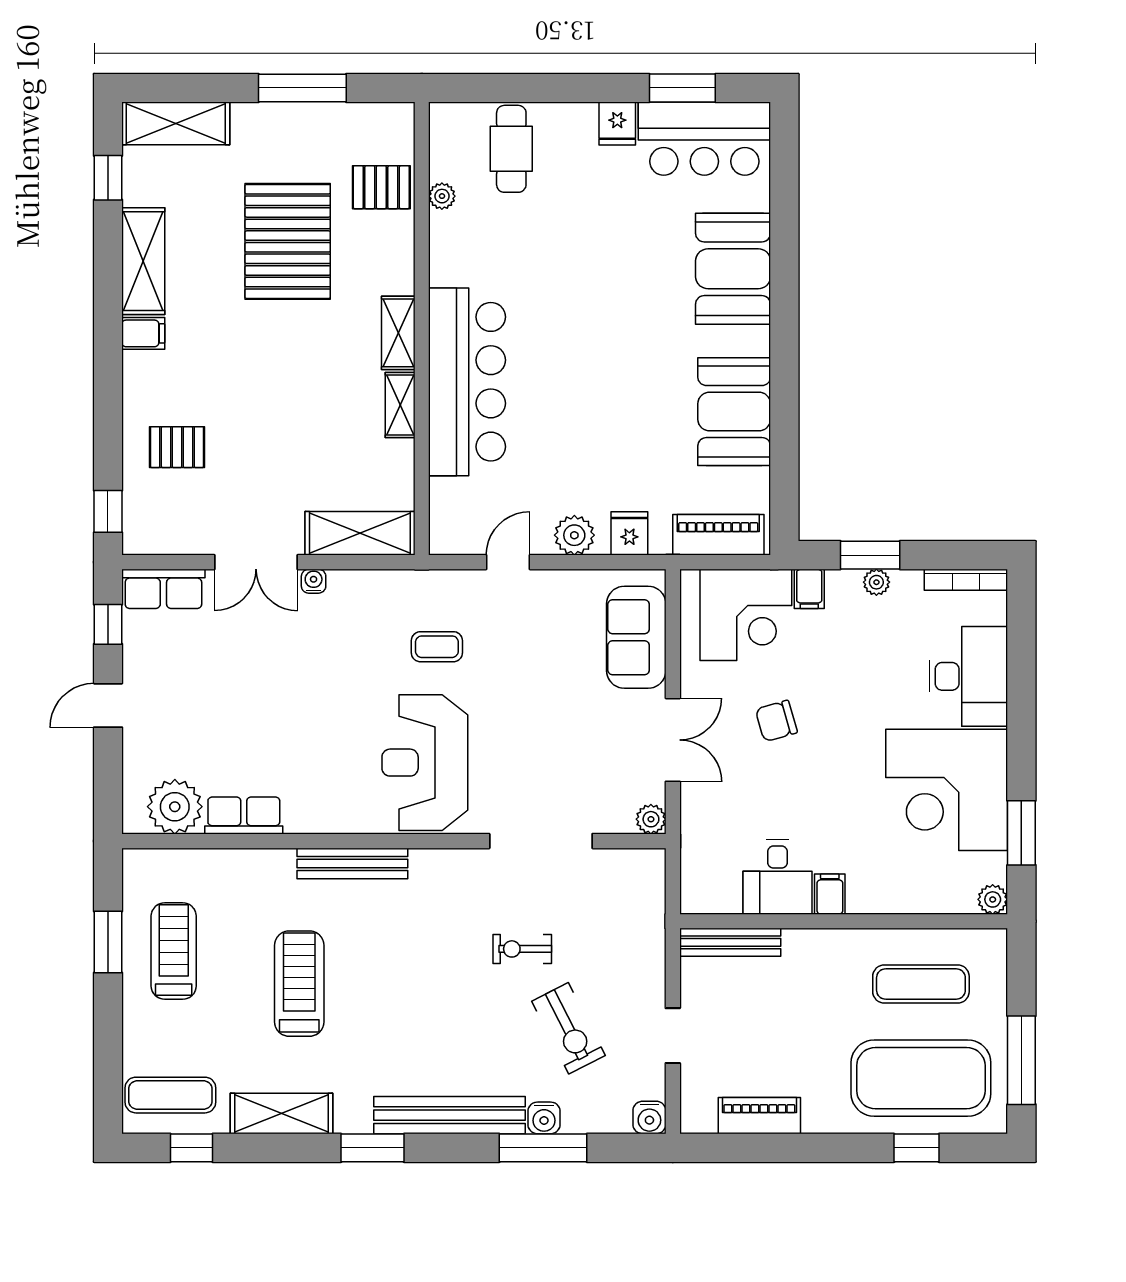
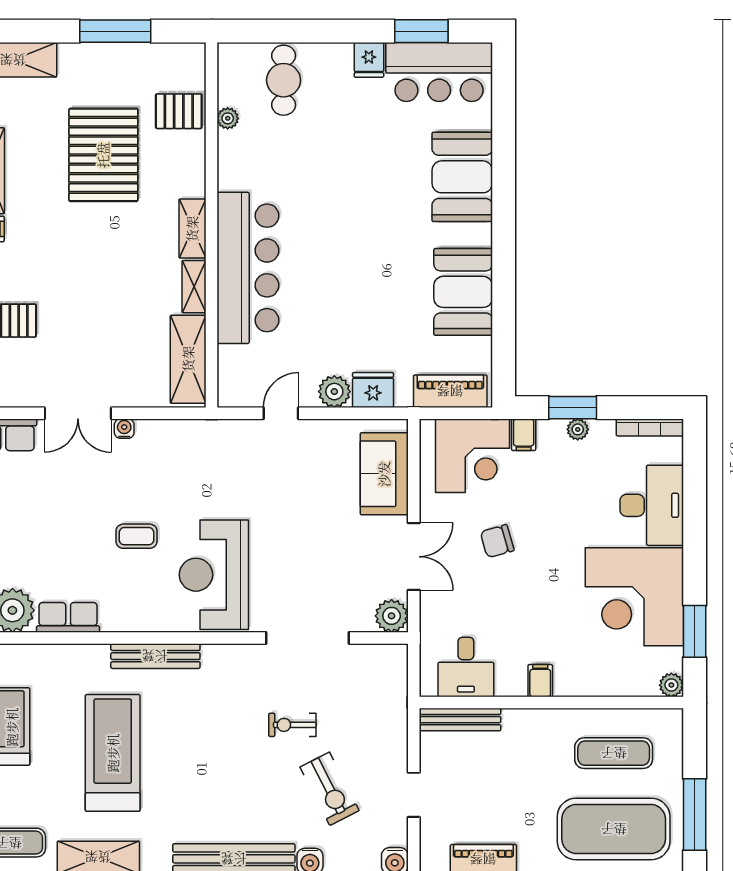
shelving: (360, 533) -> (188, 359), moved, turned 90
fridge: (629, 533) -> (373, 390), width x1.38
coffee table: (437, 647) -> (136, 536), moved
plant: (651, 819) -> (392, 616), width x1.38, depth x1.38
desk: (777, 877) -> (466, 667), moved
treadmill: (299, 984) -> (113, 753), width x1.37, depth x1.38

